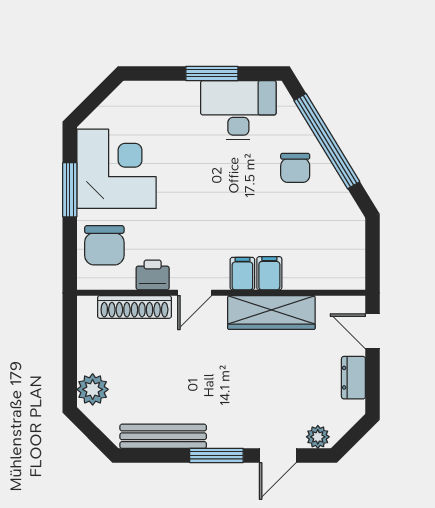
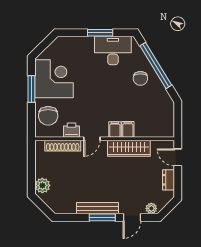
bench: (163, 436) -> (97, 208), moved

